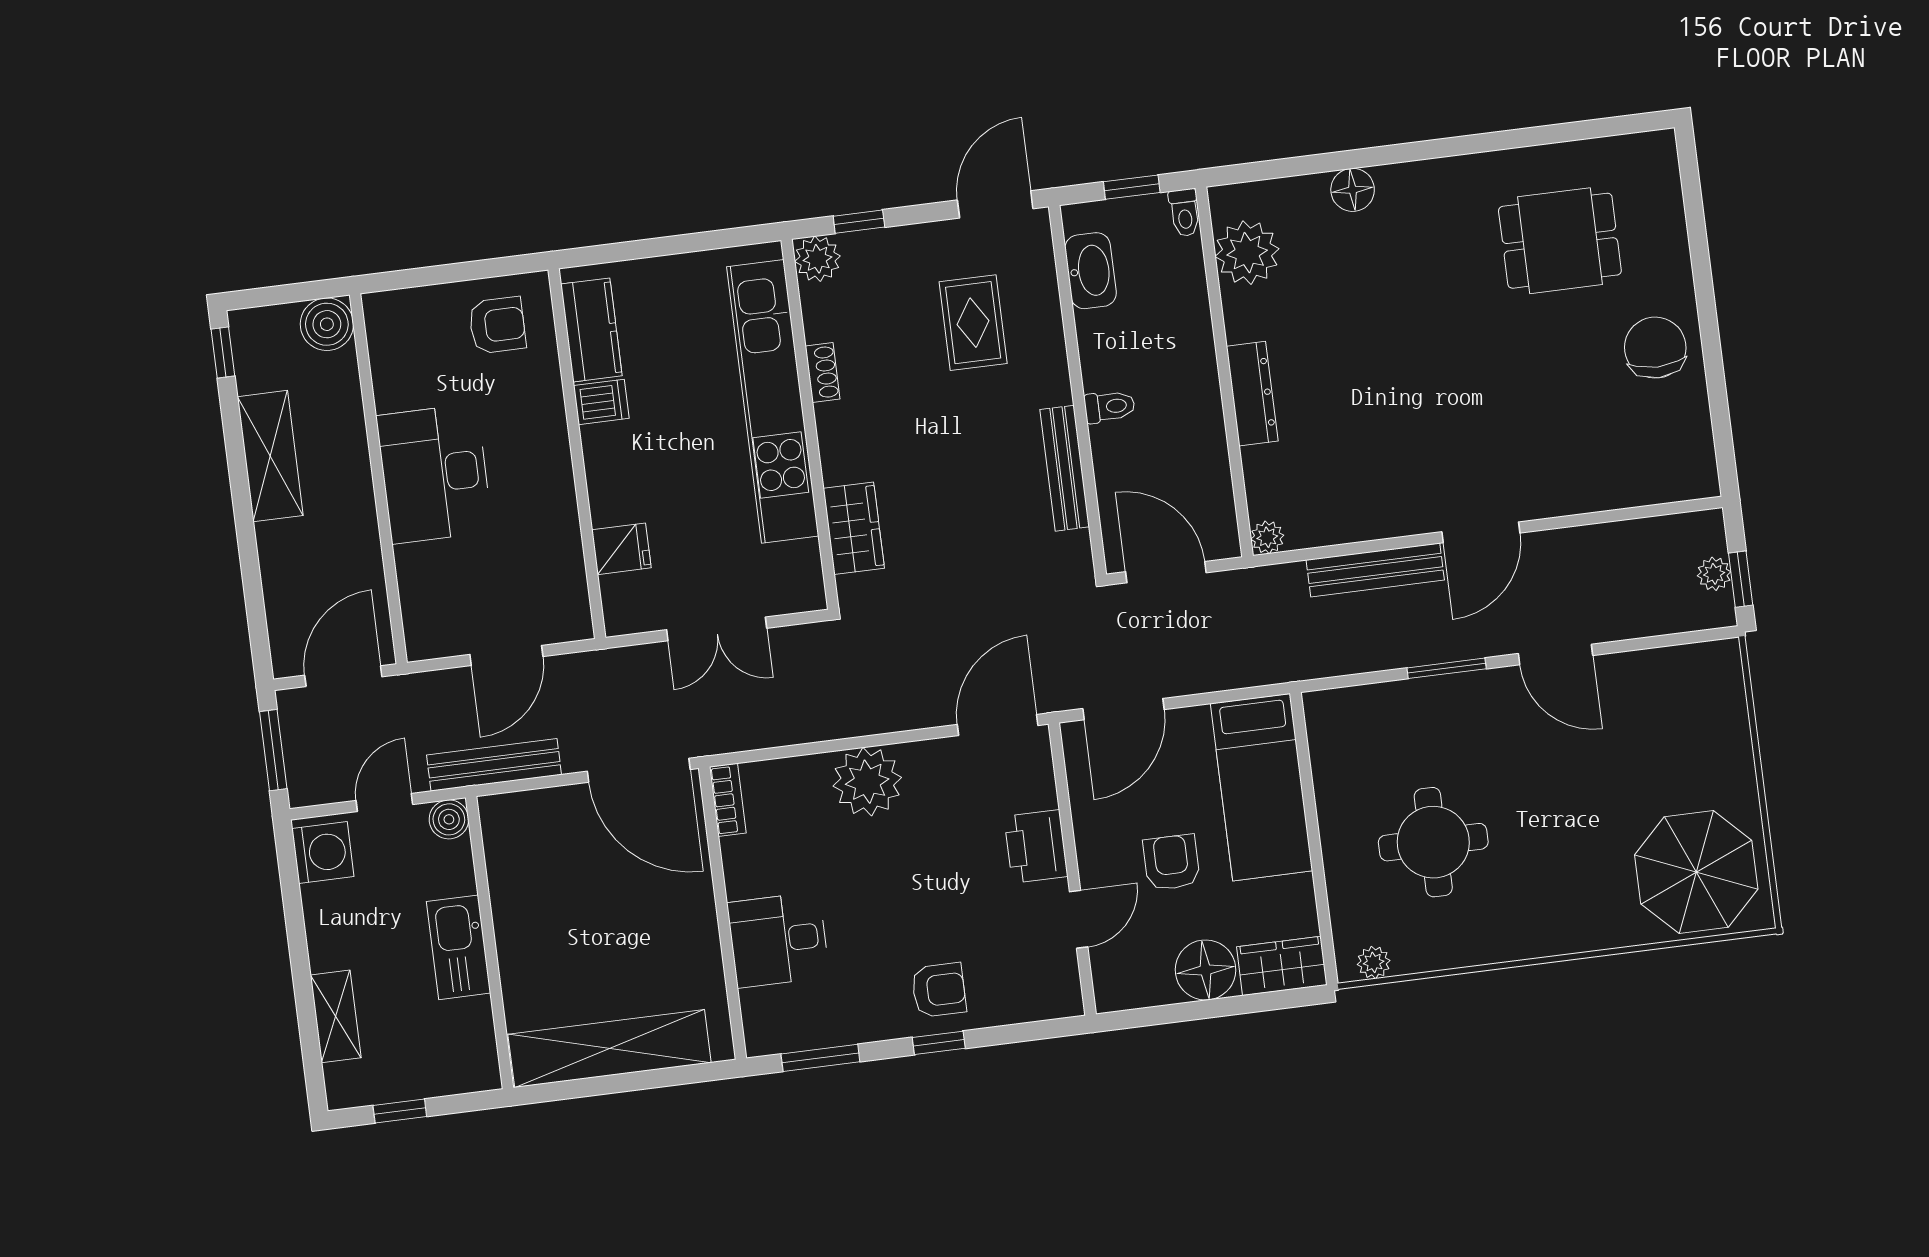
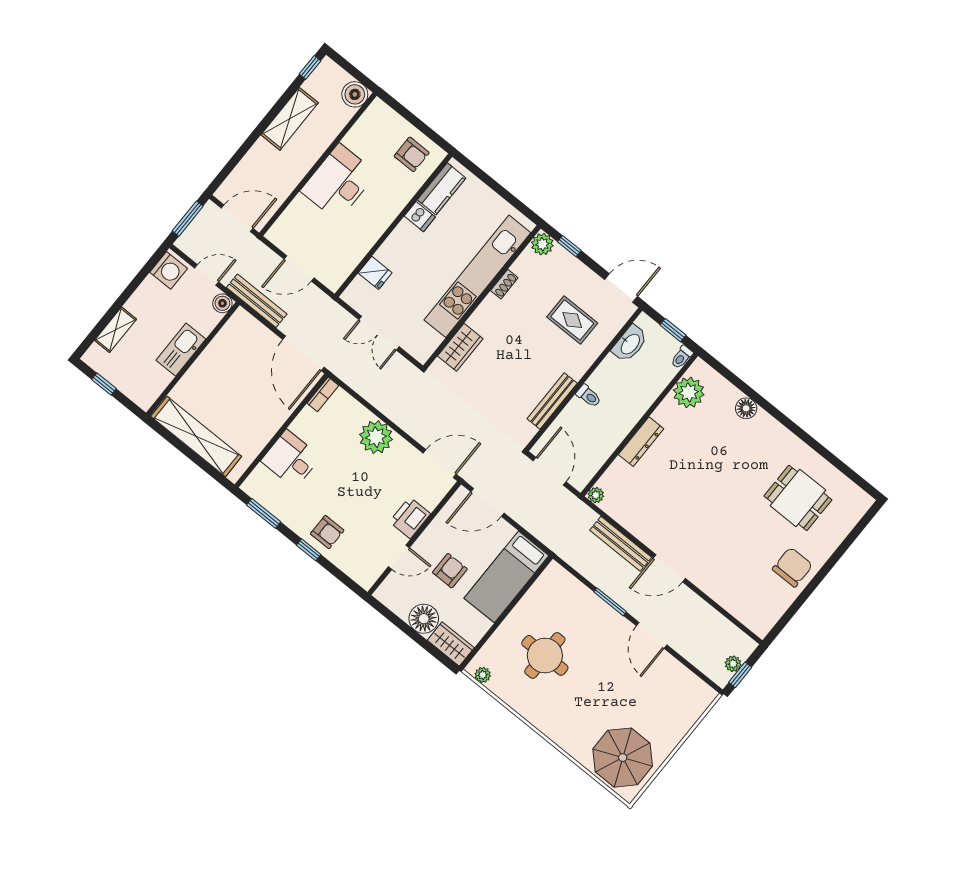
rug: (973, 323) -> (572, 320), turned 90

